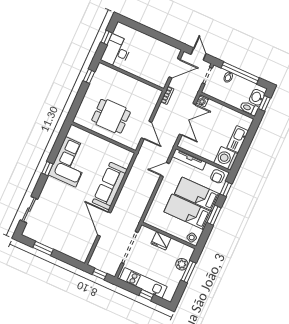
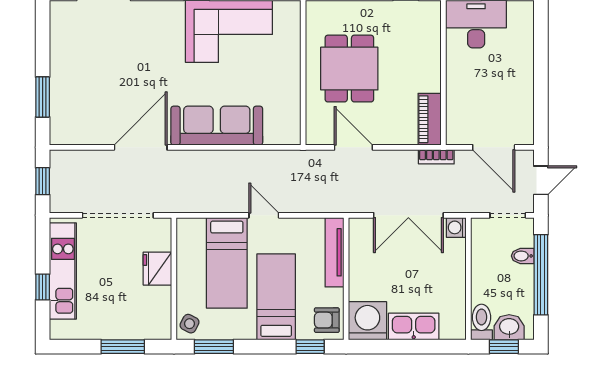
piano: (149, 91) -> (430, 119), added
door: (147, 130) -> (353, 147), swing flipped
door: (165, 170) -> (264, 215), moved
bed: (188, 212) -> (227, 263), moved, turned 180
window: (214, 215) -> (214, 347), moved
window: (43, 248) -> (43, 97), moved
plant: (182, 264) -> (131, 328), removed

